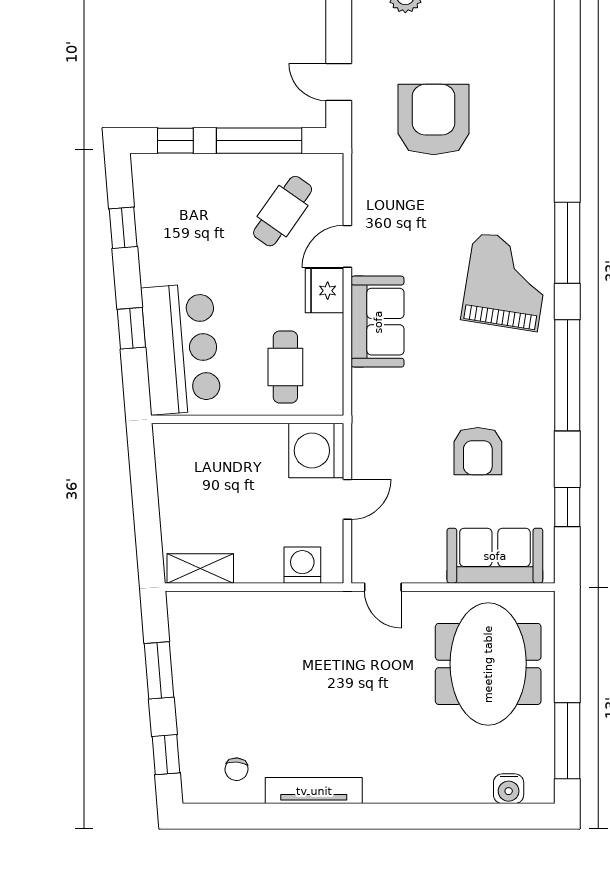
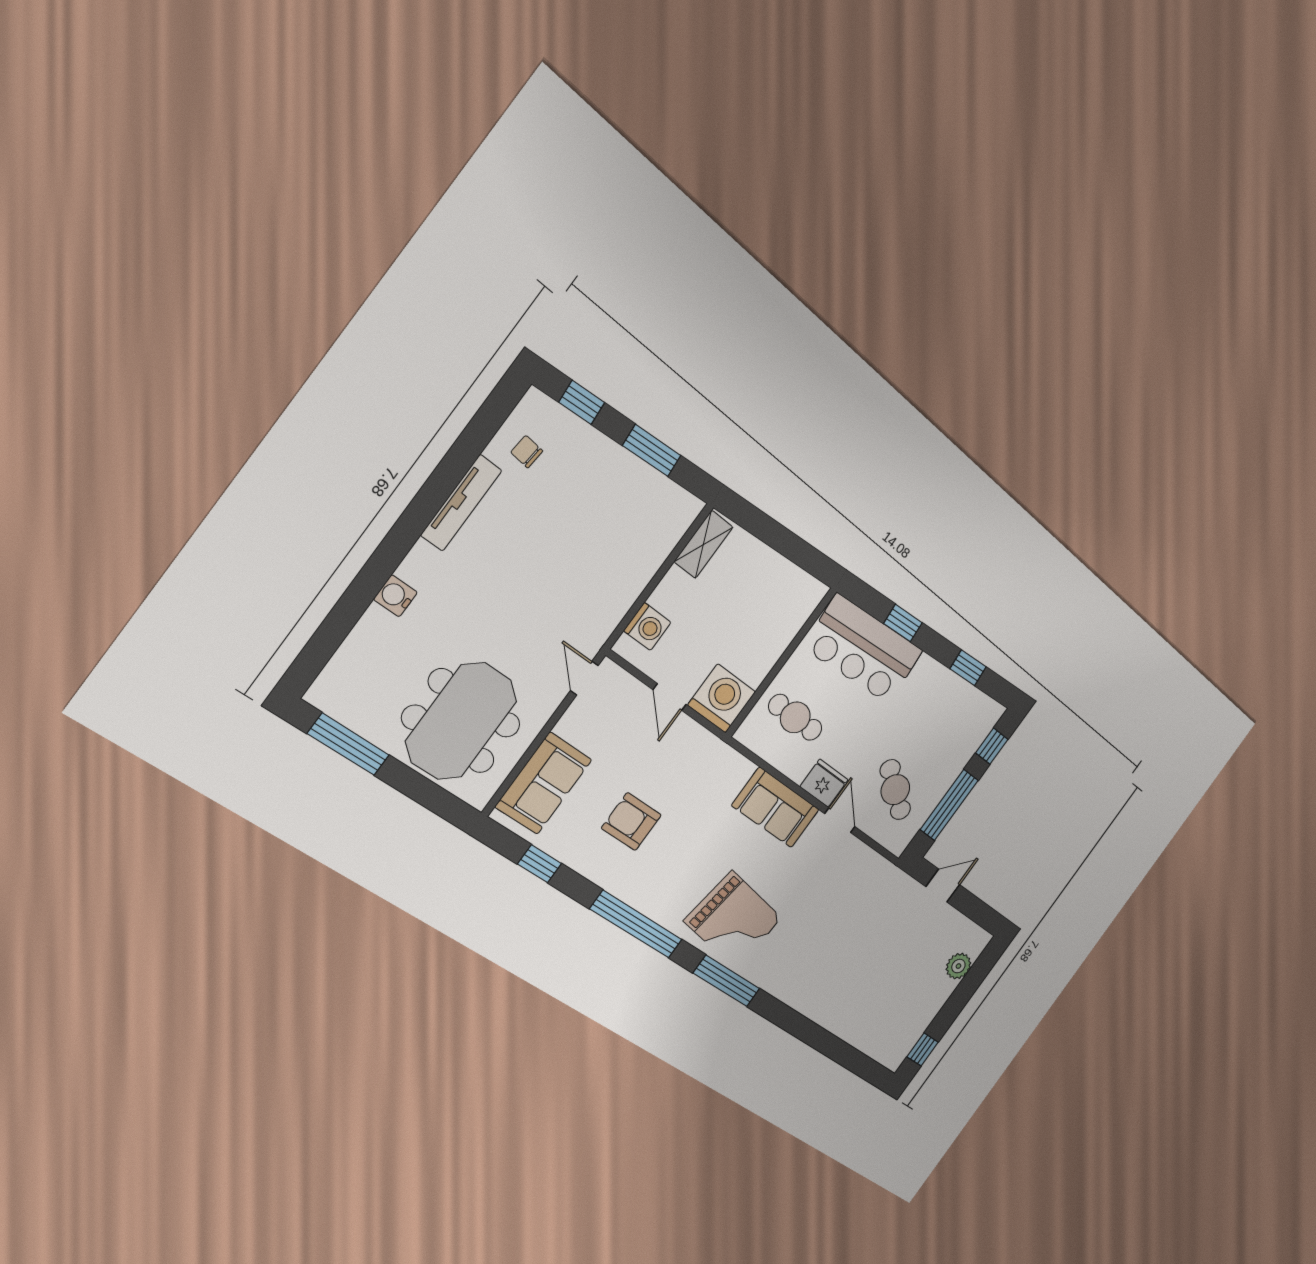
armchair: (434, 120) -> (873, 936), removed
door: (383, 587) -> (584, 678), hinge flipped
meeting table: (488, 664) -> (461, 721), turned 90
water cooler: (509, 789) -> (395, 596), moved

